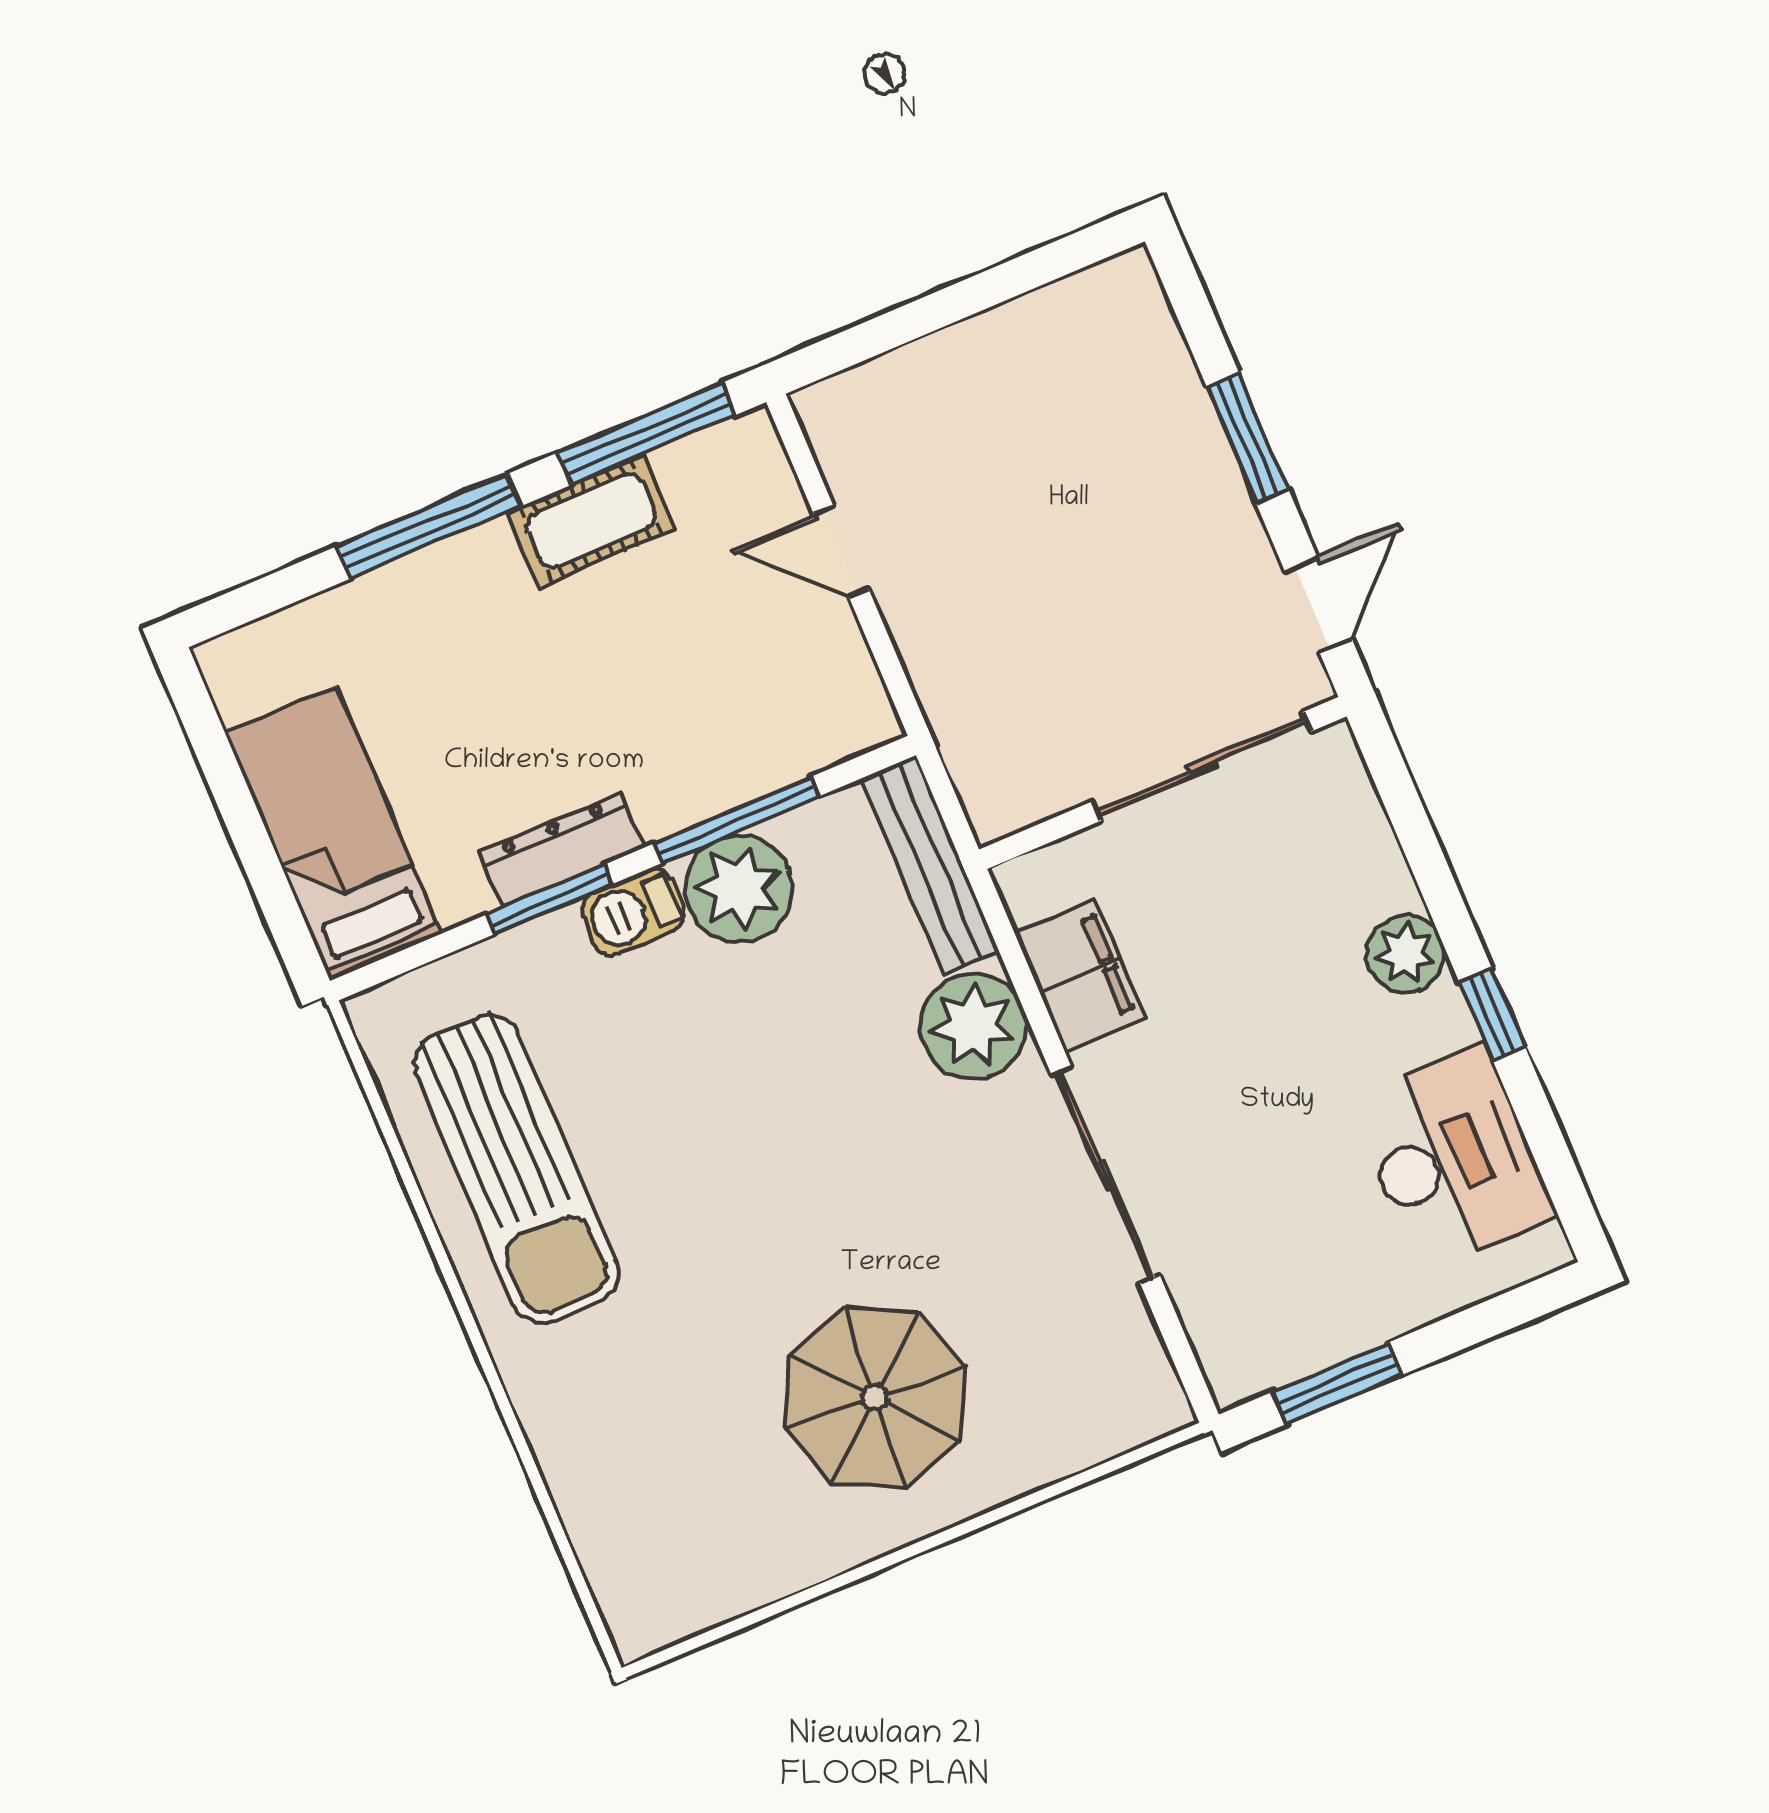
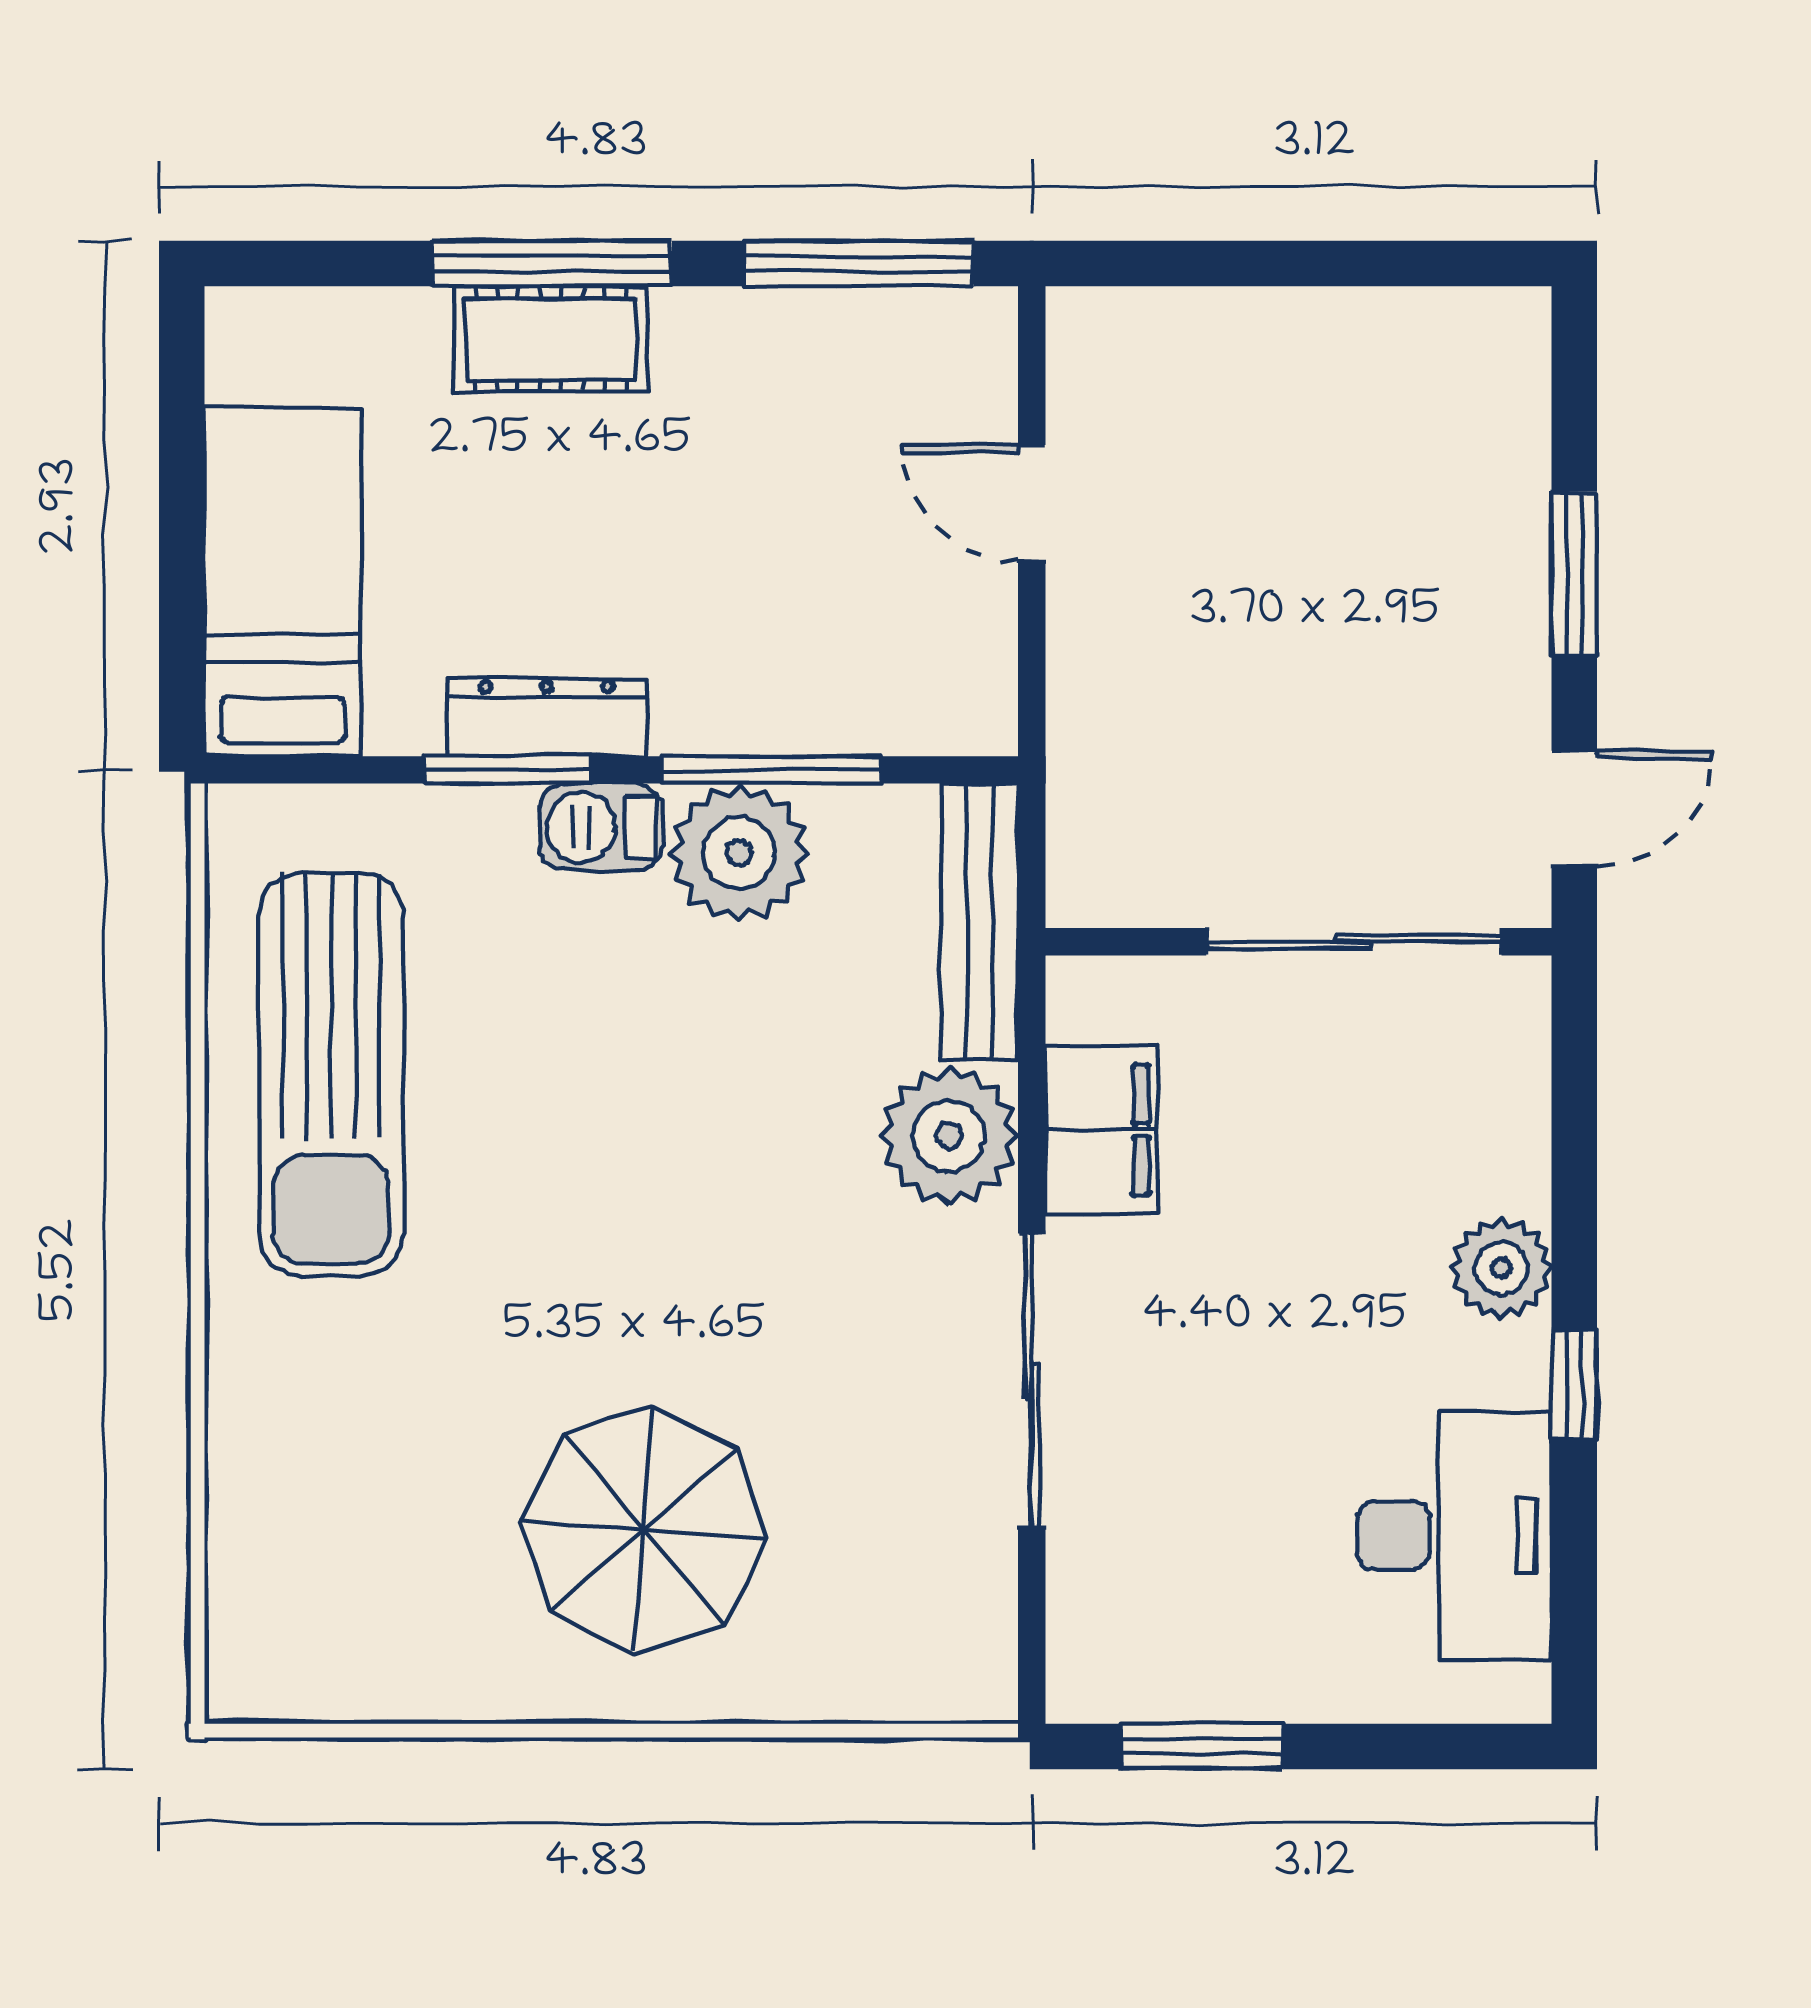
cot: (591, 521) -> (551, 339), moved

